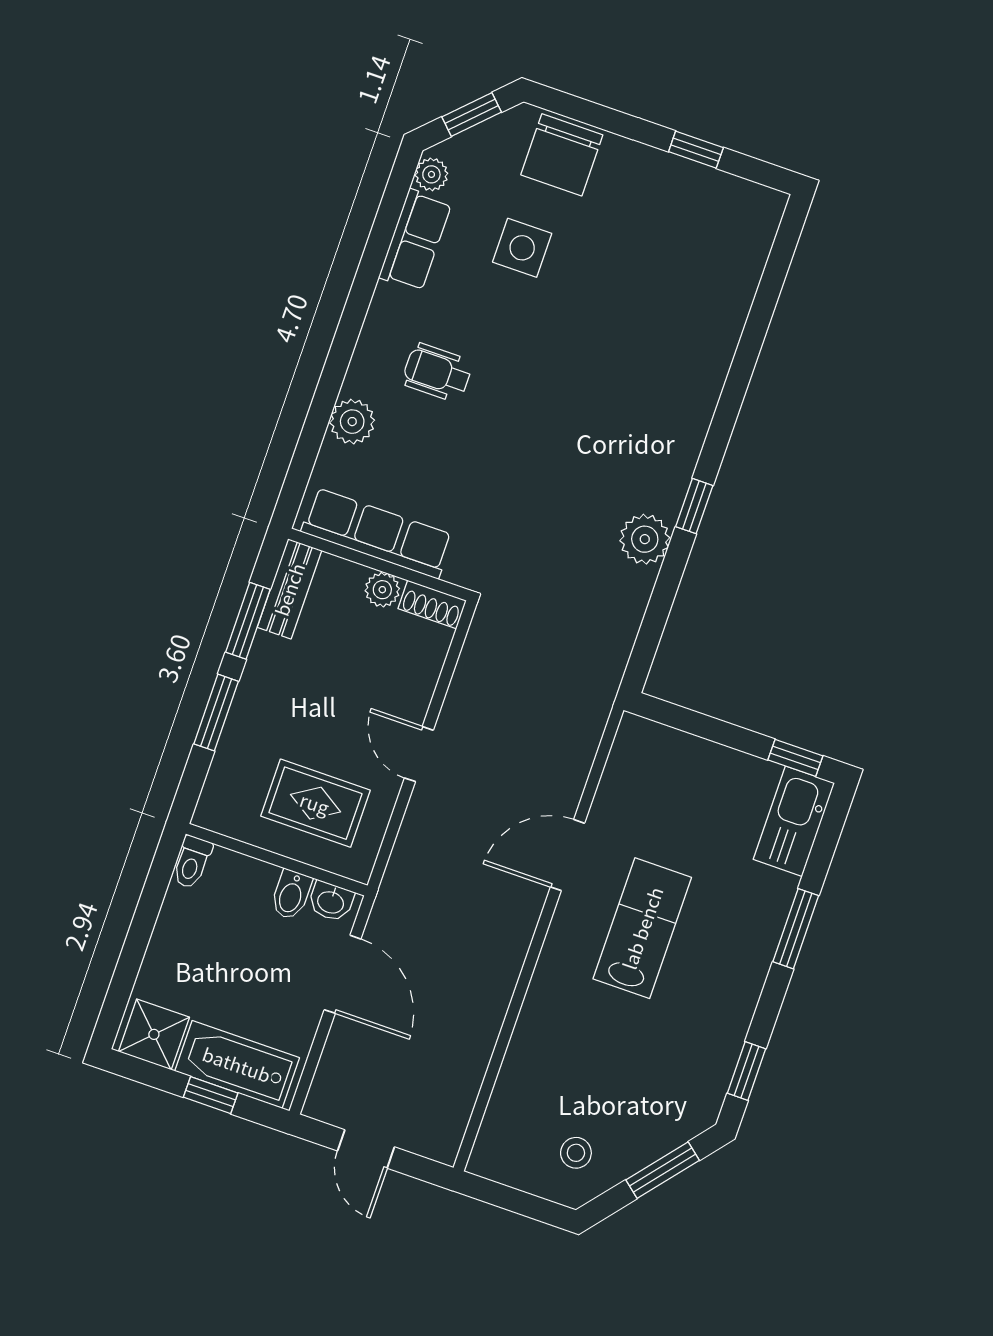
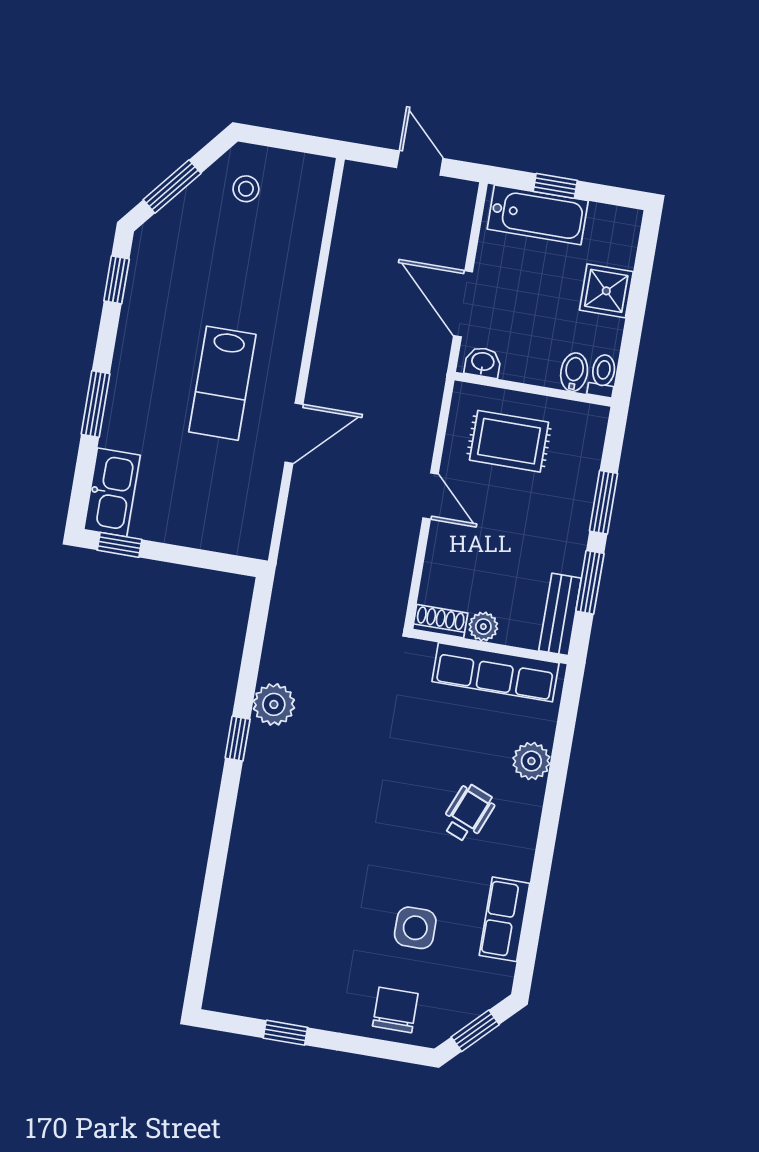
chair: (562, 155) -> (395, 1010), width x0.73, depth x0.73
plant: (431, 174) -> (500, 976), removed
wheelchair: (437, 372) -> (468, 813), turned -68
bidet: (291, 895) -> (574, 372), moved
shower: (154, 1034) -> (606, 291), moved

